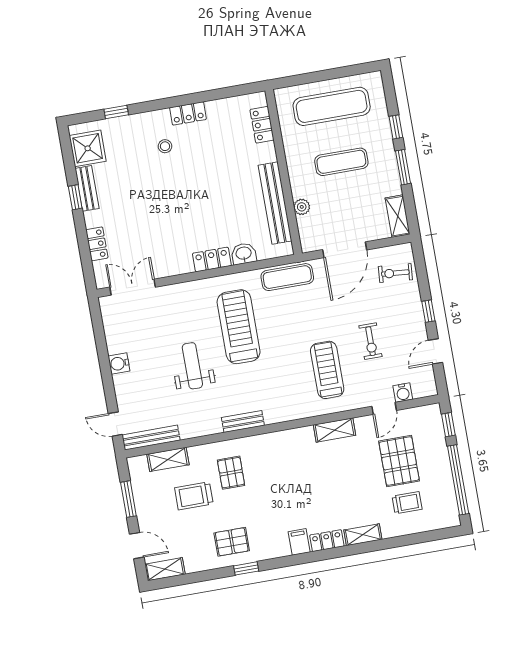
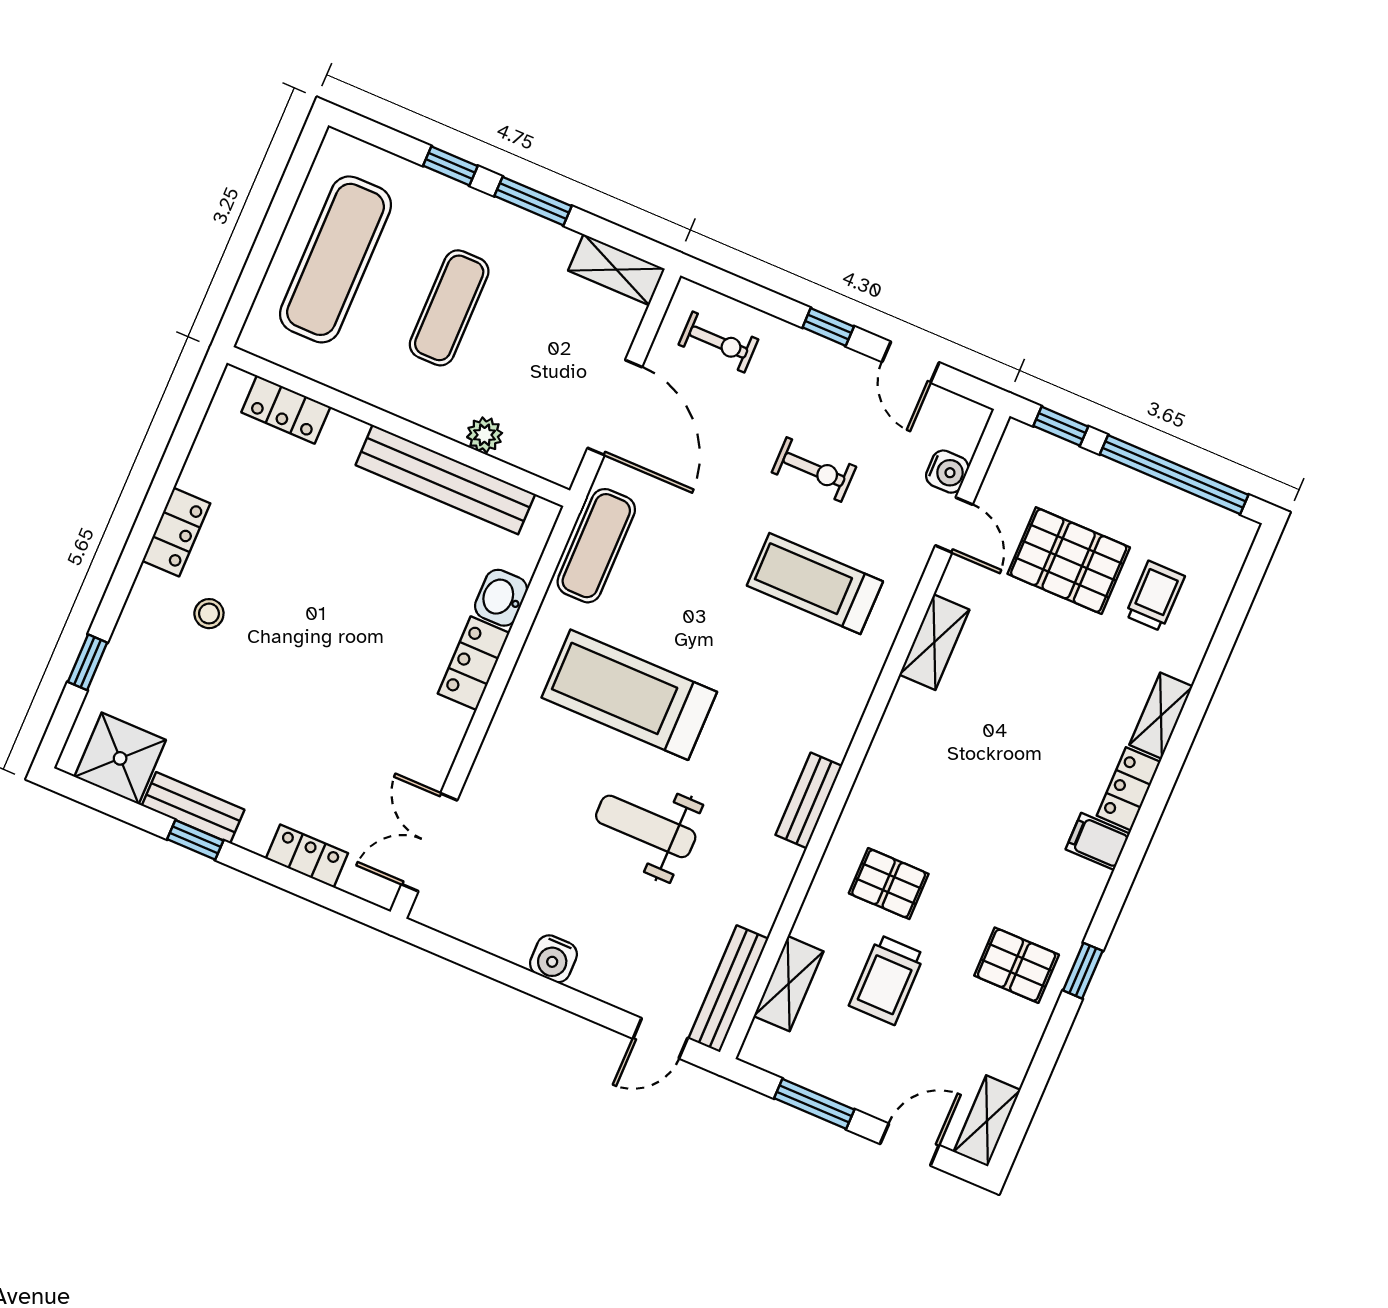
exercise bike: (395, 273) -> (718, 342), turned -95
pallet: (232, 542) -> (1017, 965), turned 90

